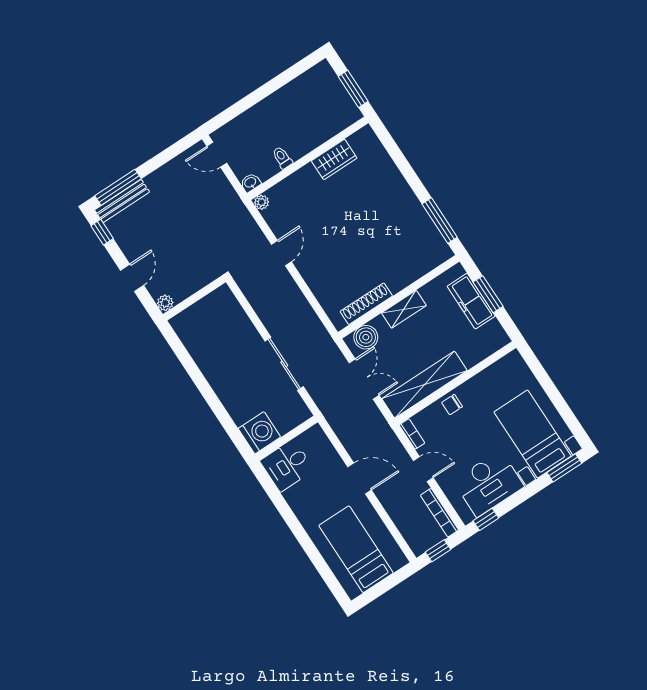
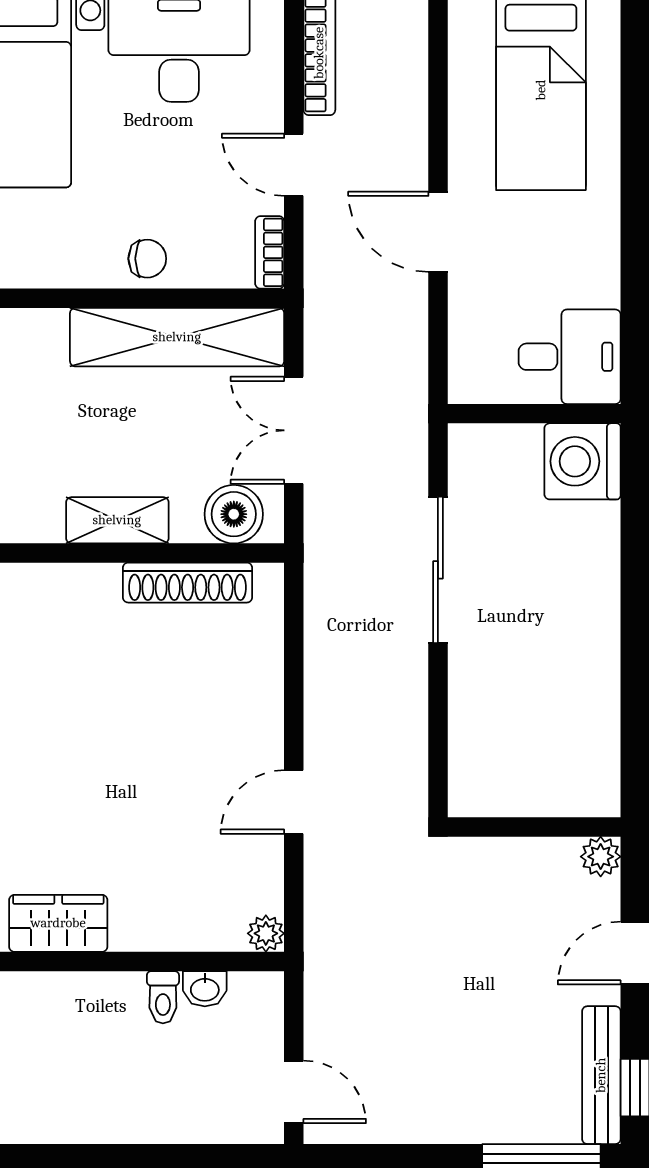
washbasin: (250, 183) -> (205, 989), moved
bench: (122, 201) -> (601, 1075), moved, turned 90

